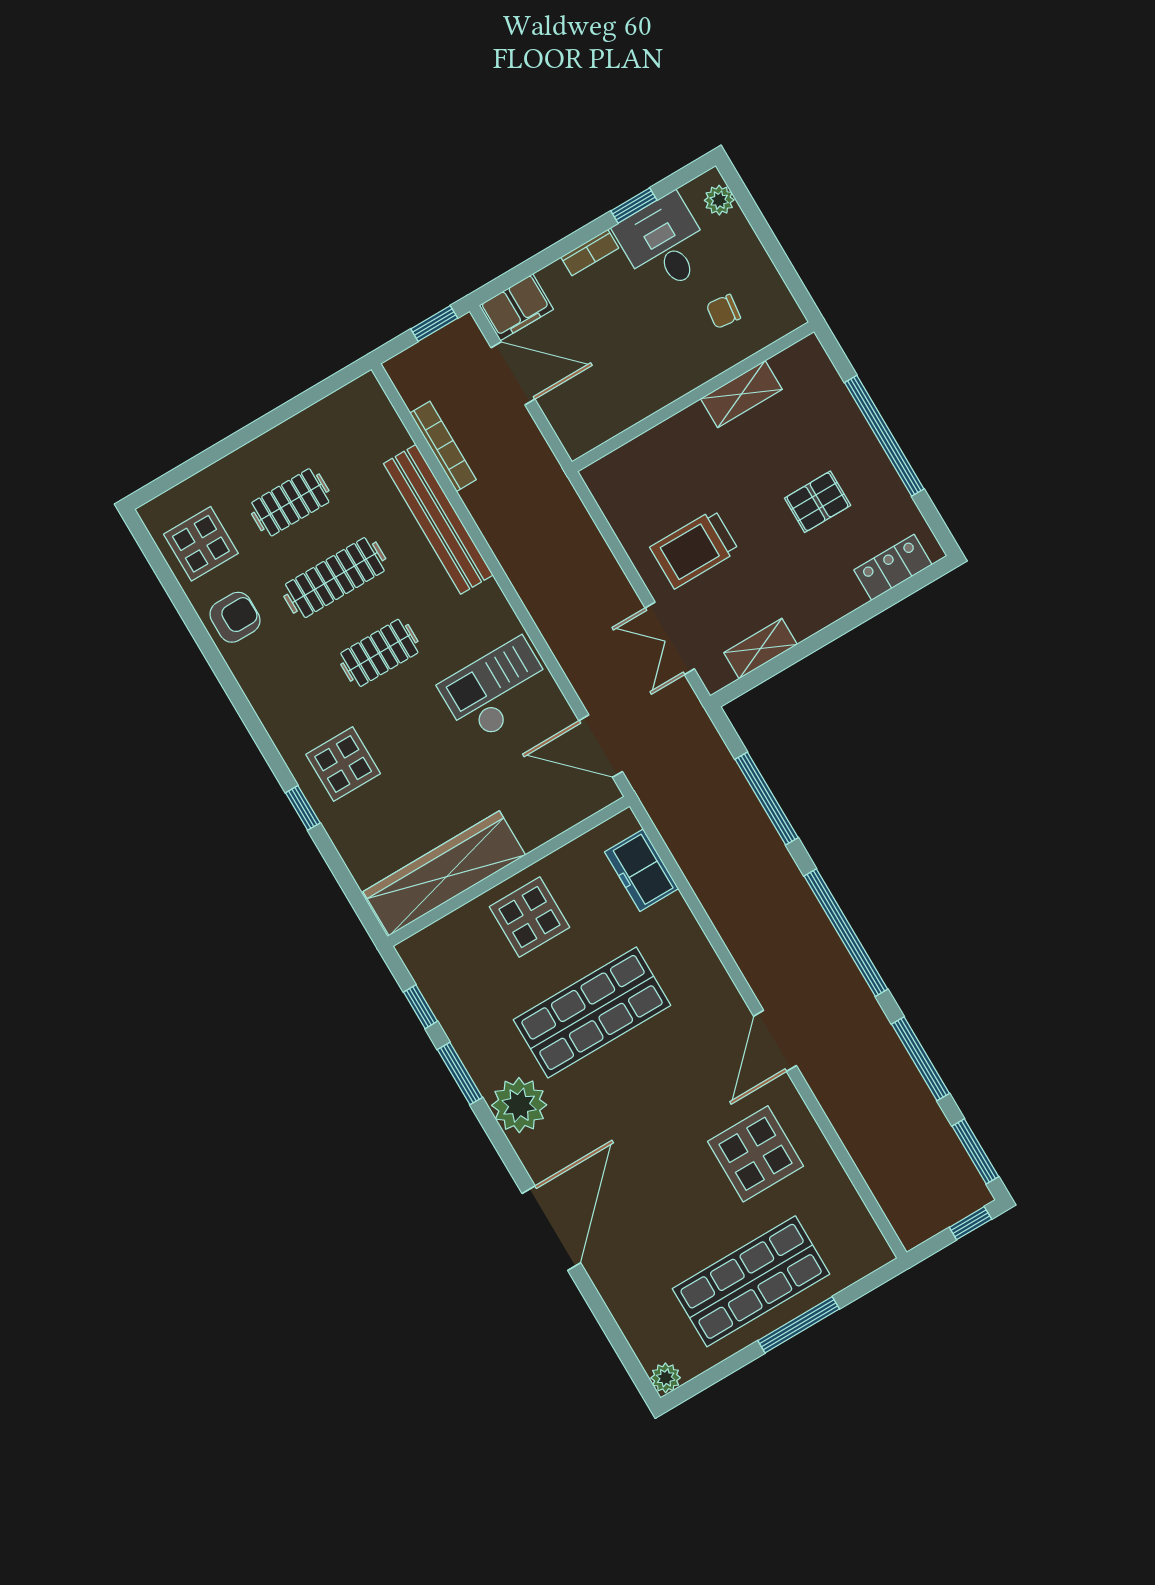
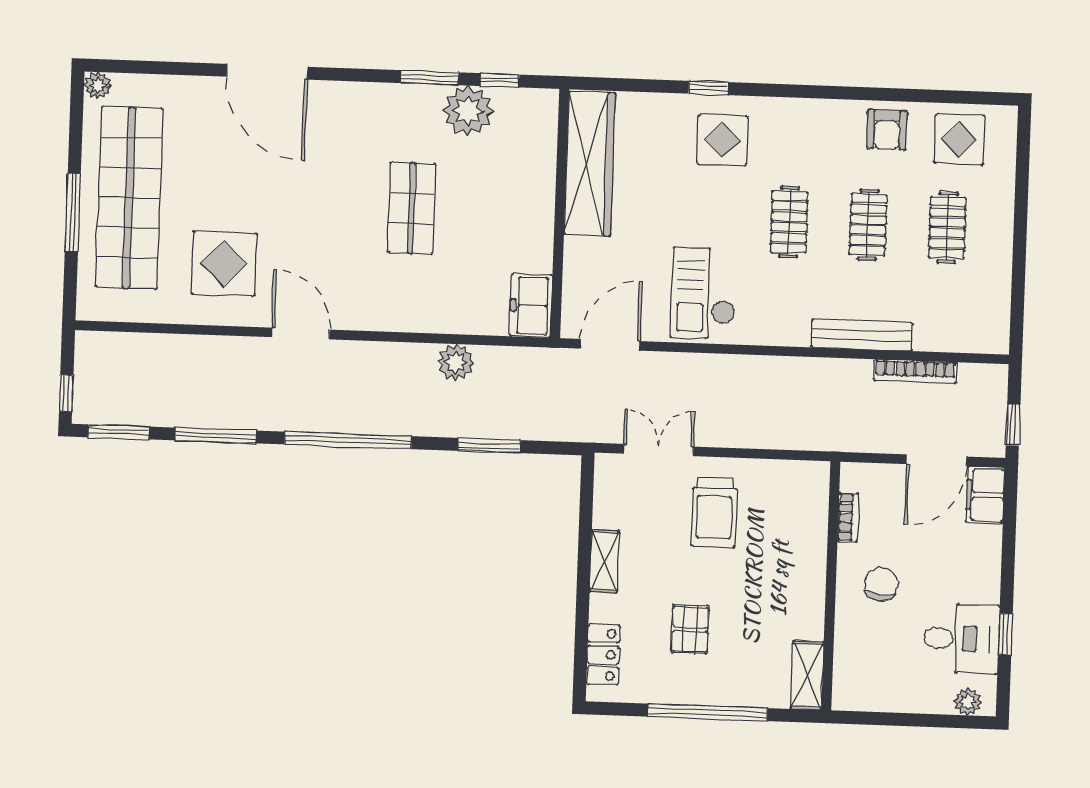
bookcase: (590, 253) -> (848, 517), moved, turned 180
chair: (723, 311) -> (881, 585), moved, width x1.37, depth x1.37
shelving: (741, 394) -> (807, 675), moved
bench: (438, 519) -> (862, 335), width x0.73, depth x0.82
trolley: (694, 549) -> (714, 512), turned 180
clothes rail: (335, 578) -> (868, 225), width x0.73
shelving: (761, 649) -> (604, 561), moved
checkout: (497, 690) -> (703, 293), turned 180
window: (767, 798) -> (489, 446), width x0.69
freezer: (642, 870) -> (531, 306), moved, turned -90
plant: (709, 879) -> (456, 362), added
display table: (530, 917) -> (515, 207), removed
shop shelf: (592, 1012) -> (412, 208), width x0.70, depth x0.74
plant: (519, 1105) -> (468, 111), moved
shop shelf: (751, 1281) -> (129, 198), width x1.40

